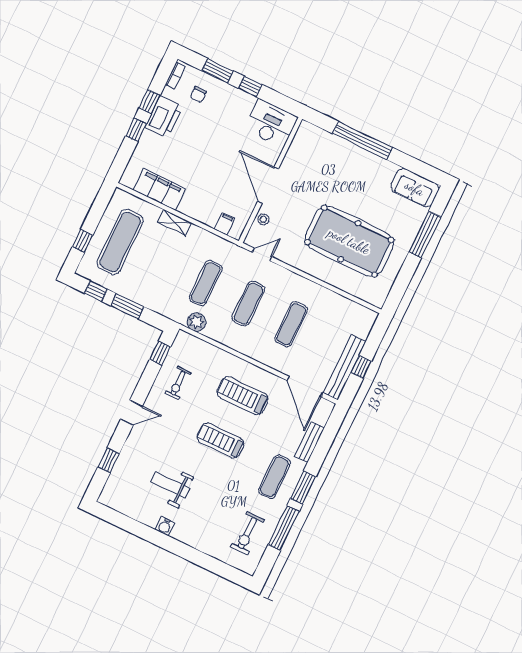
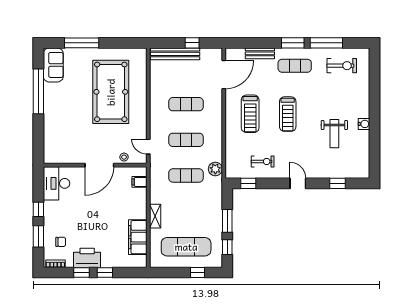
window: (363, 141) -> (38, 91), moved
bench: (345, 367) -> (175, 54), moved

